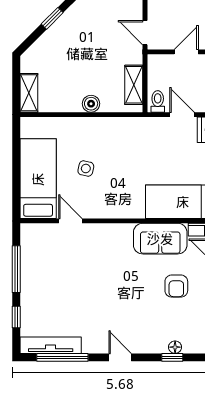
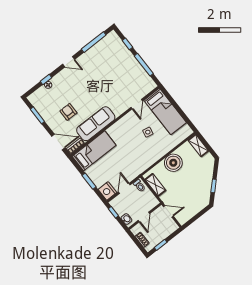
boiler: (91, 104) -> (173, 163), width x1.86, depth x1.86
door: (182, 115) -> (124, 188), swing flipped
door: (70, 221) -> (137, 104), hinge flipped
sofa: (160, 239) -> (96, 124), width x1.36
tv unit: (51, 345) -> (103, 43), removed

